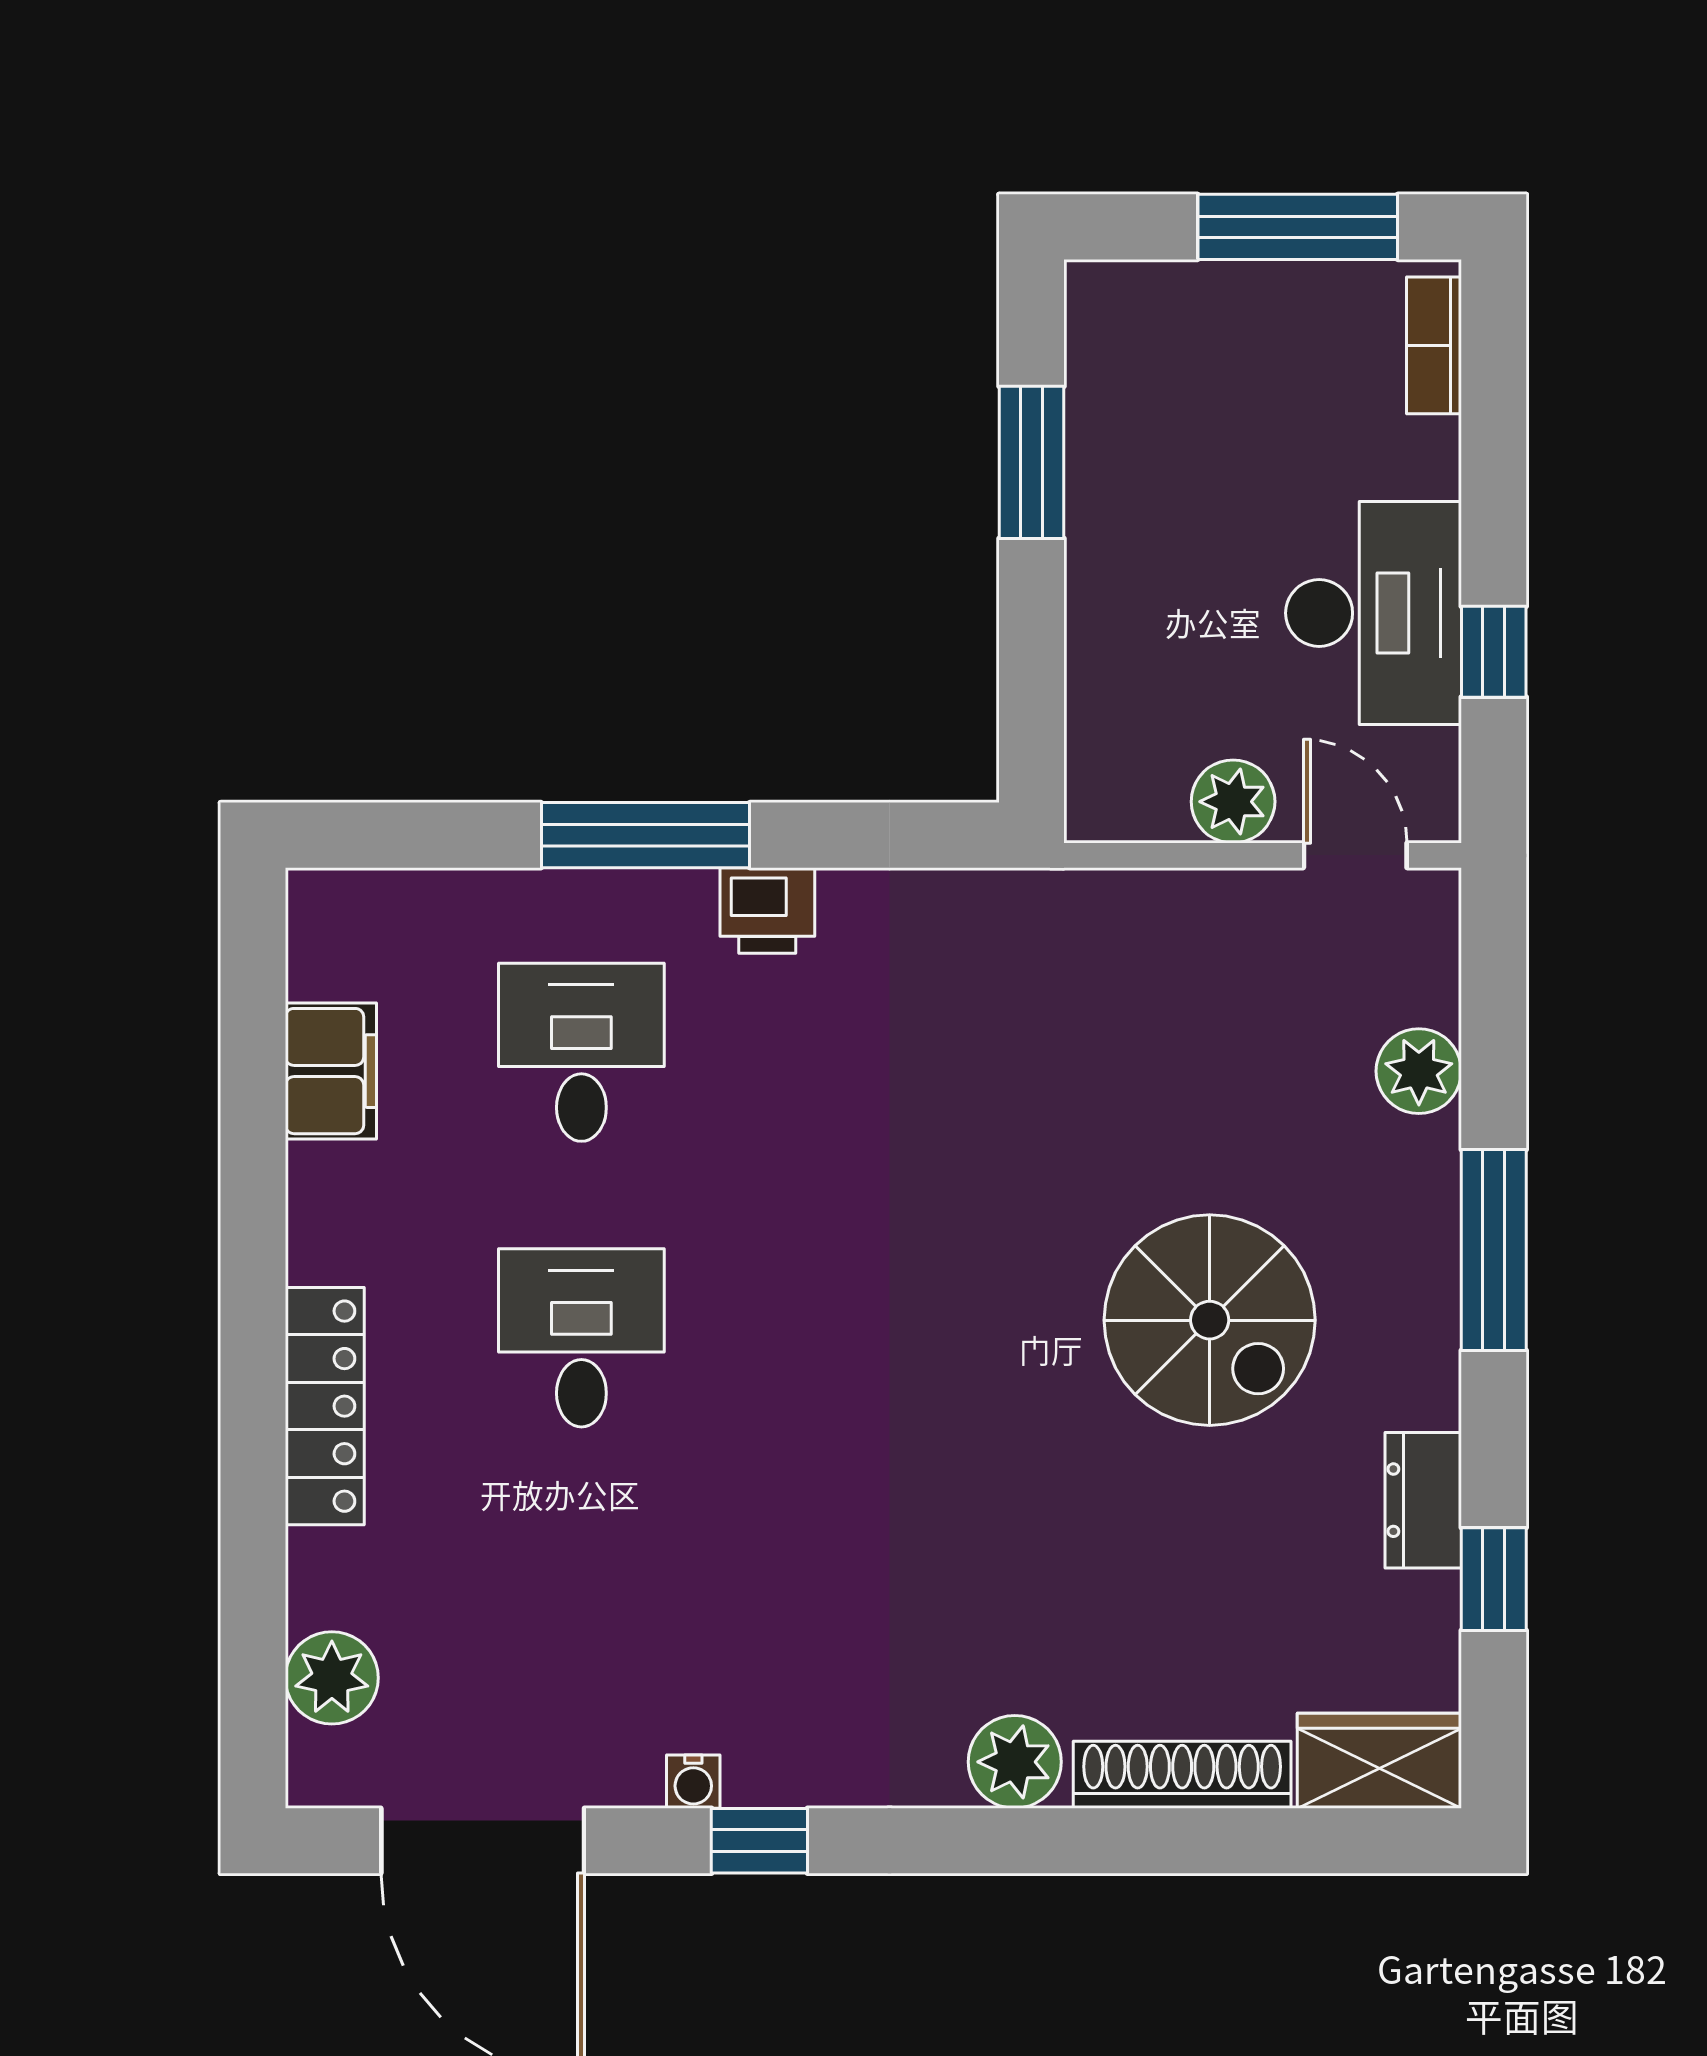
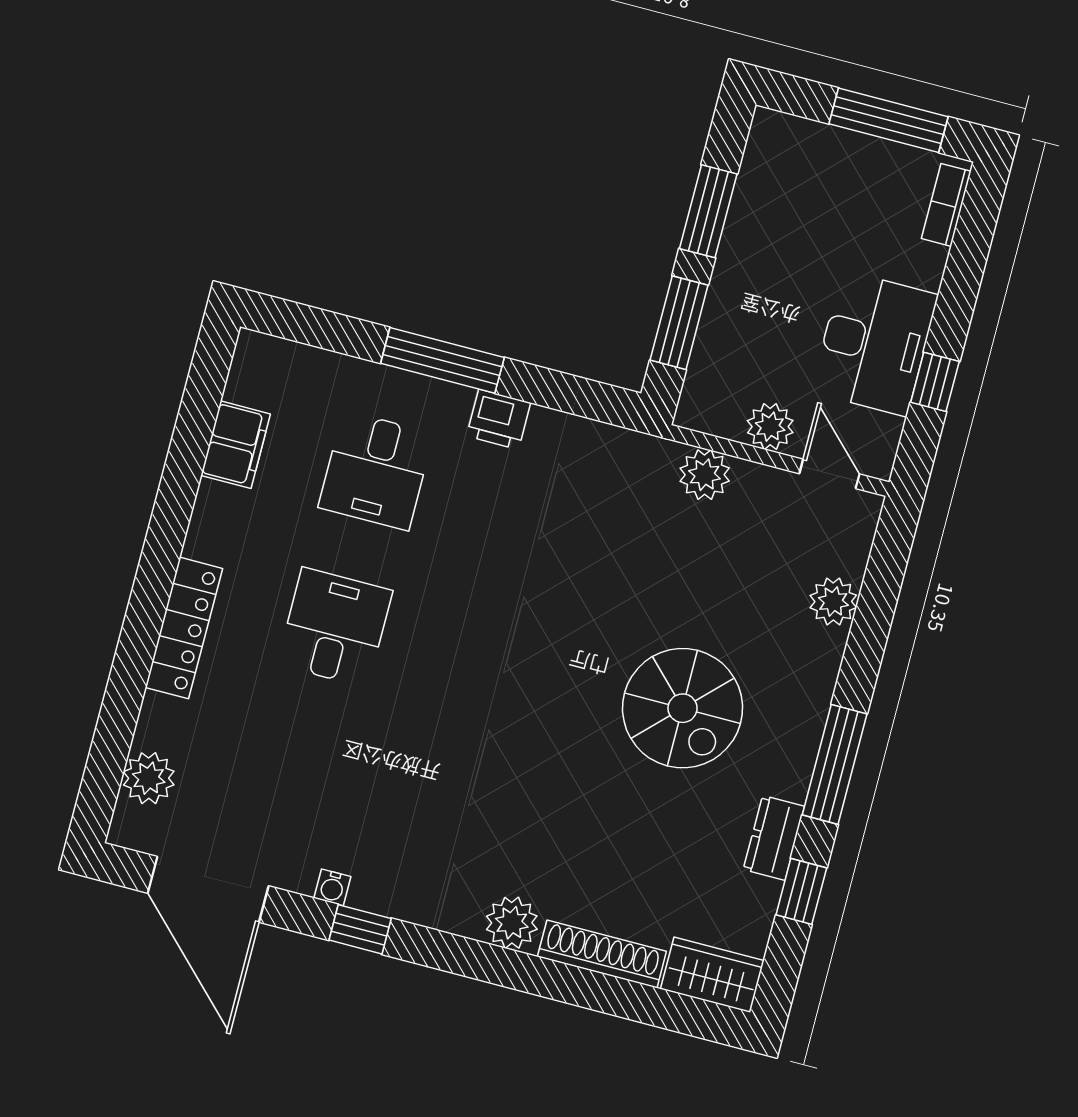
window: (1031, 665) -> (679, 323), added
plant: (1143, 913) -> (705, 475), added
desk: (581, 1052) -> (376, 470), turned 180
window: (1494, 1250) -> (835, 764), moved

